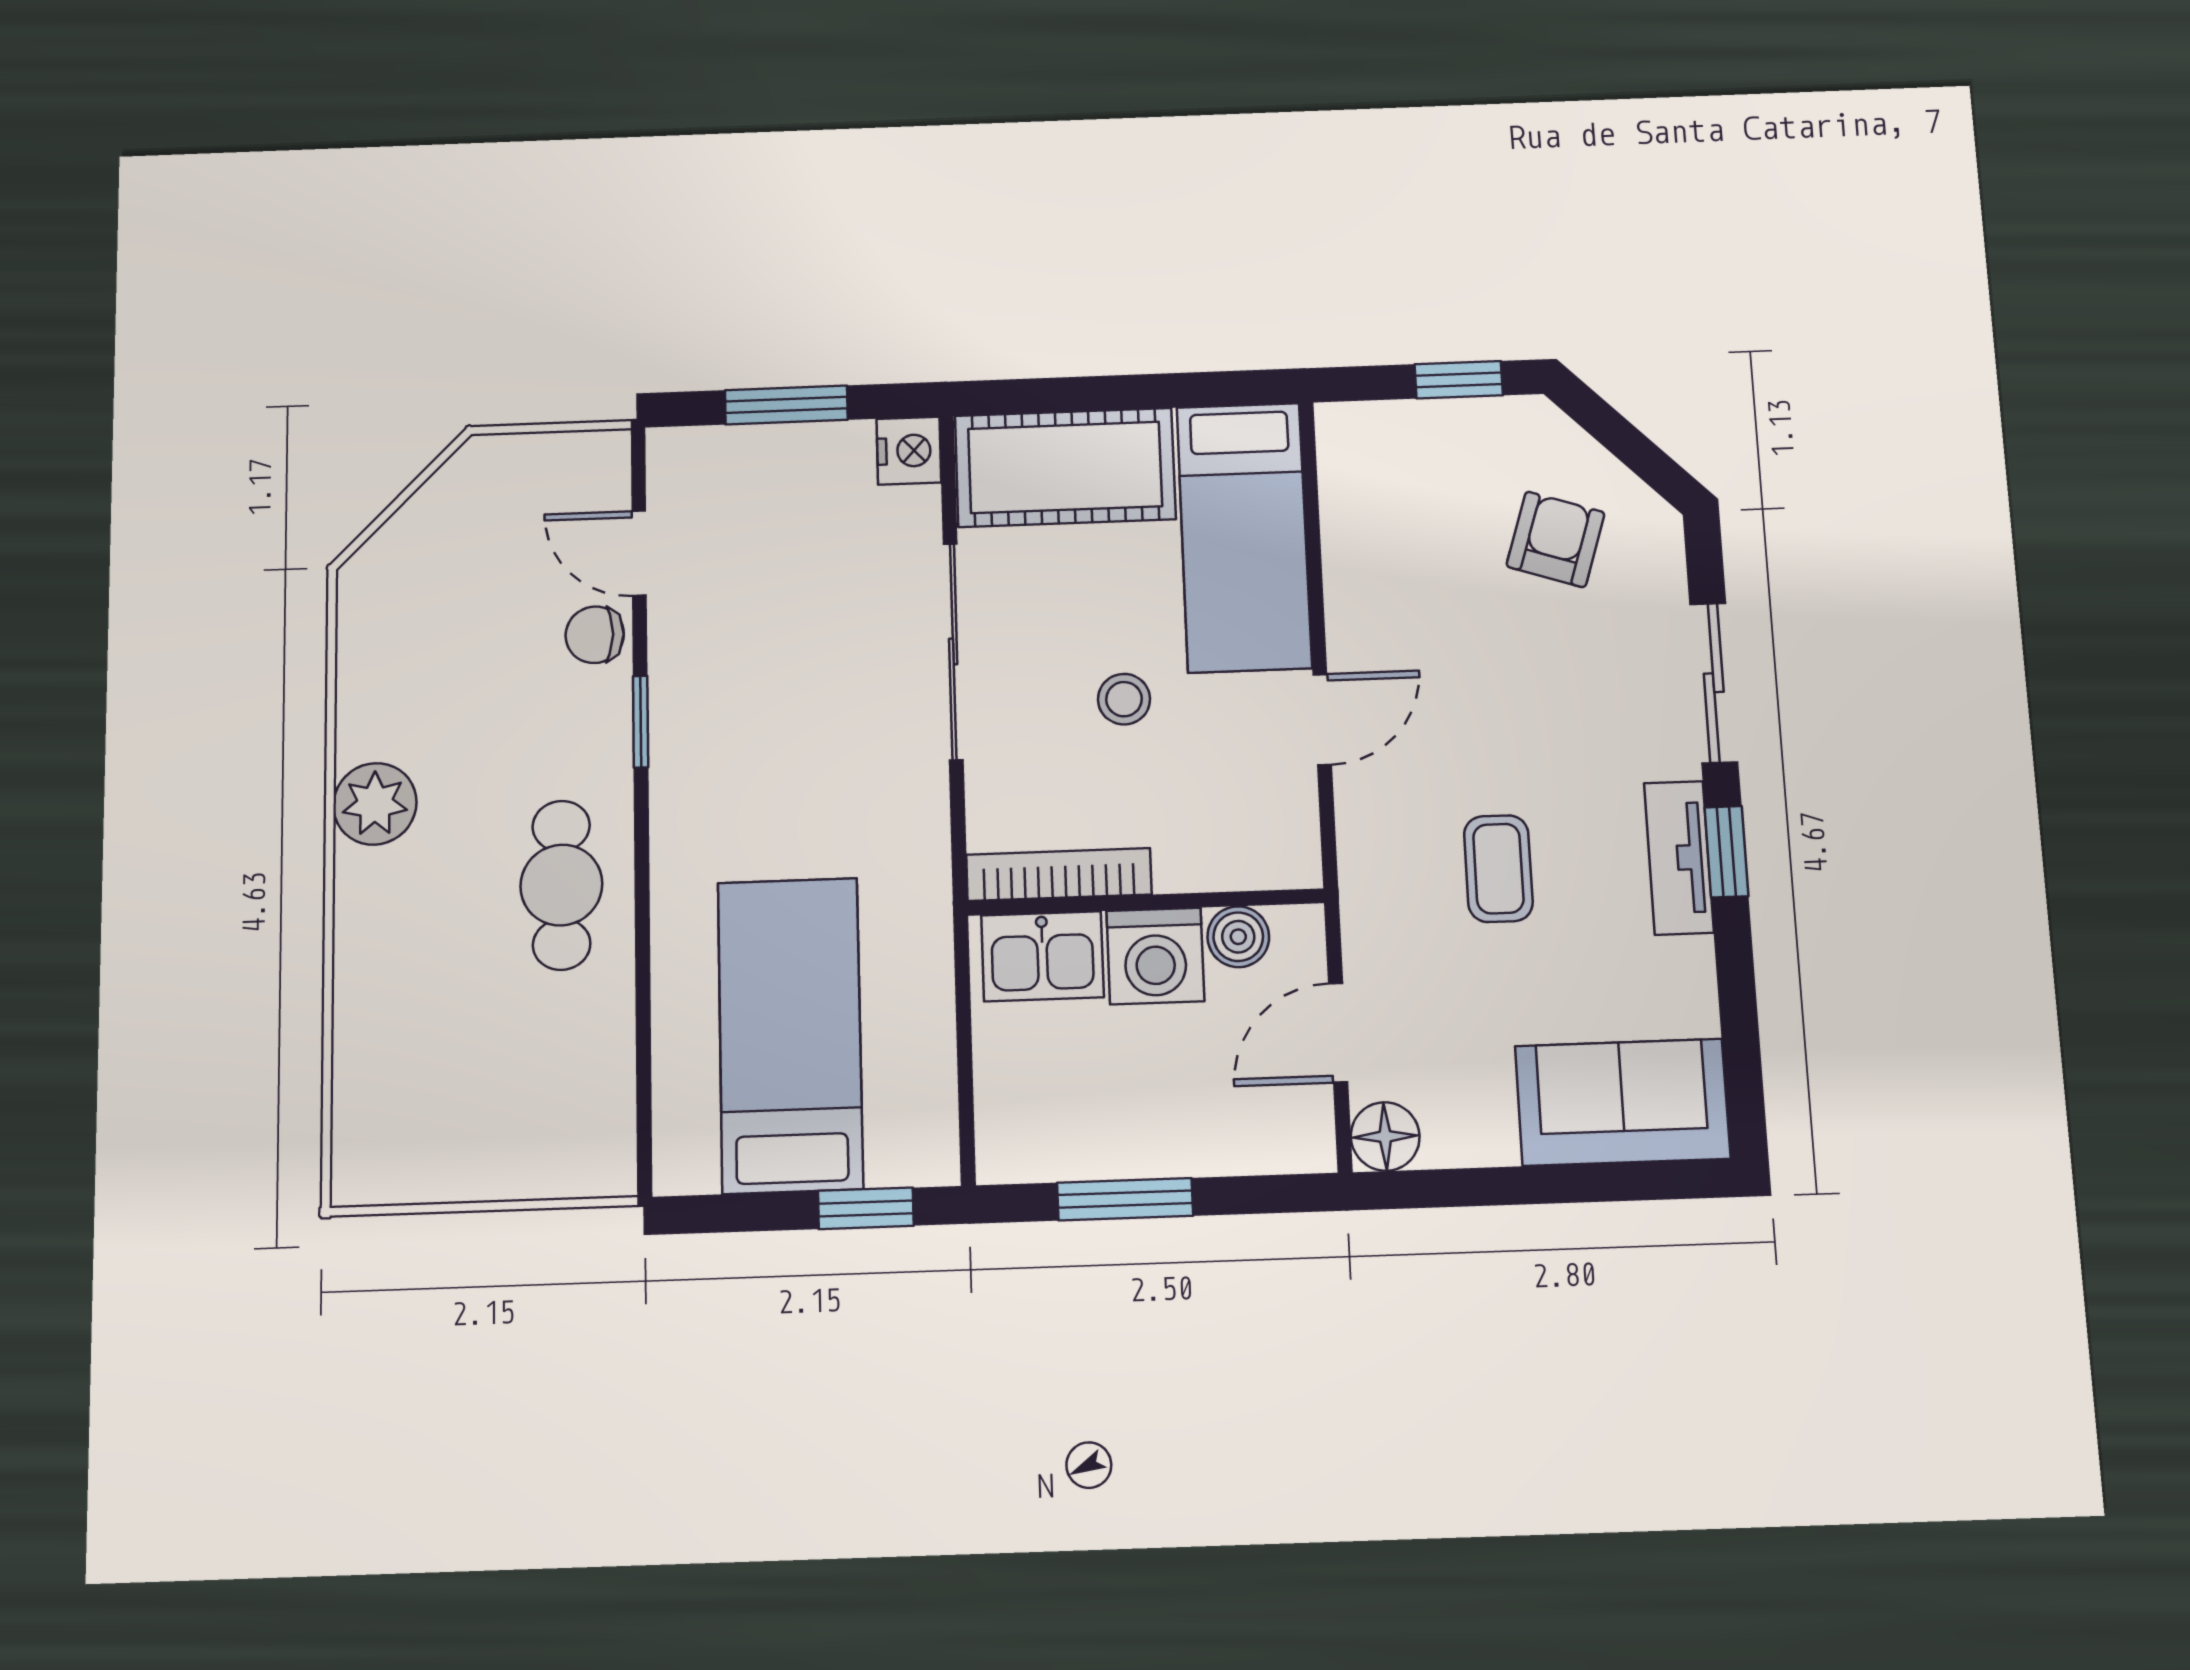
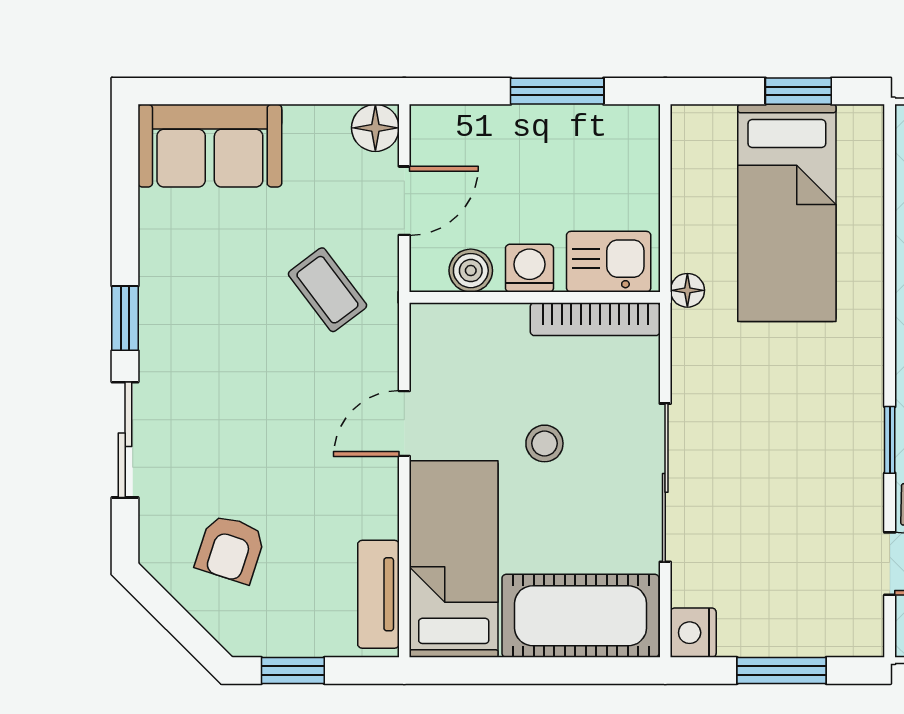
tv unit: (1679, 858) -> (378, 594), moved, turned 180
coffee table: (1498, 869) -> (327, 290), moved, turned -37
floor lamp: (929, 920) -> (687, 290), added
washing machine: (1155, 956) -> (529, 268), width x0.73, depth x0.73
window: (866, 1208) -> (798, 91), moved

